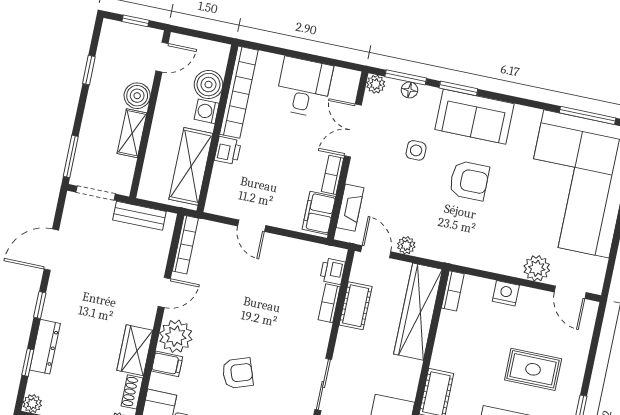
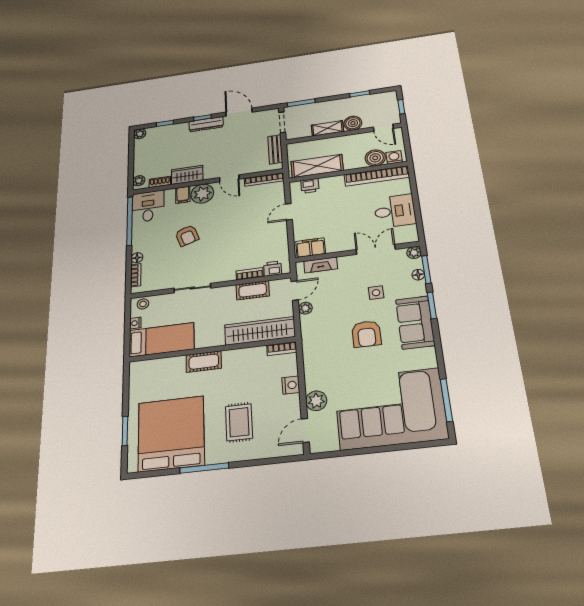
washing machine: (207, 111) -> (394, 157), moved
printer: (228, 150) -> (310, 186), moved
bookcase: (333, 175) -> (340, 247), removed
dresser: (45, 347) -> (206, 124), moved

